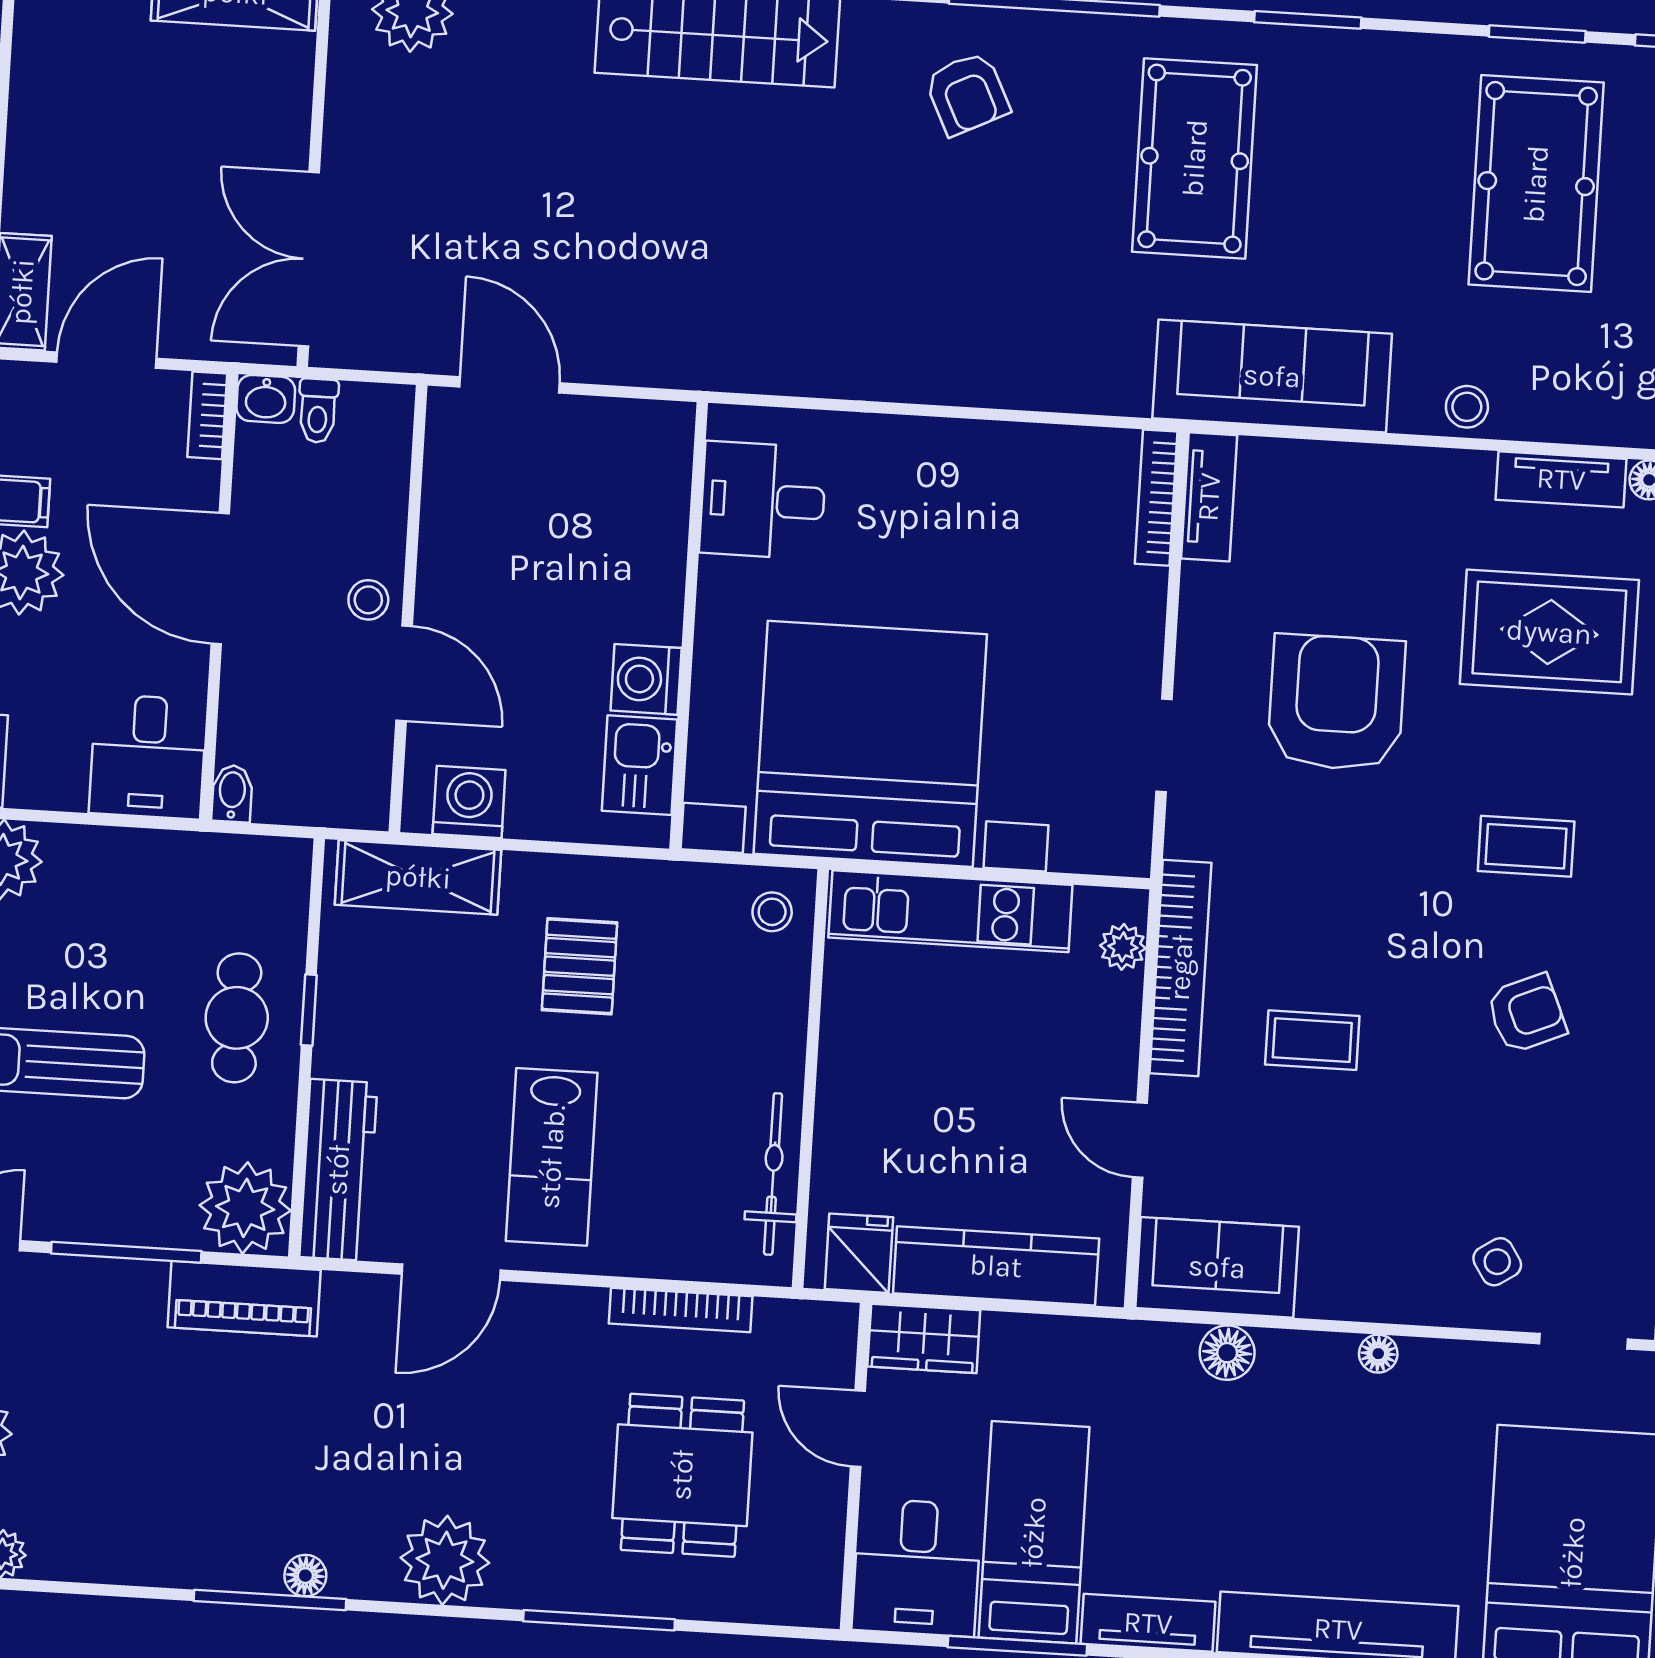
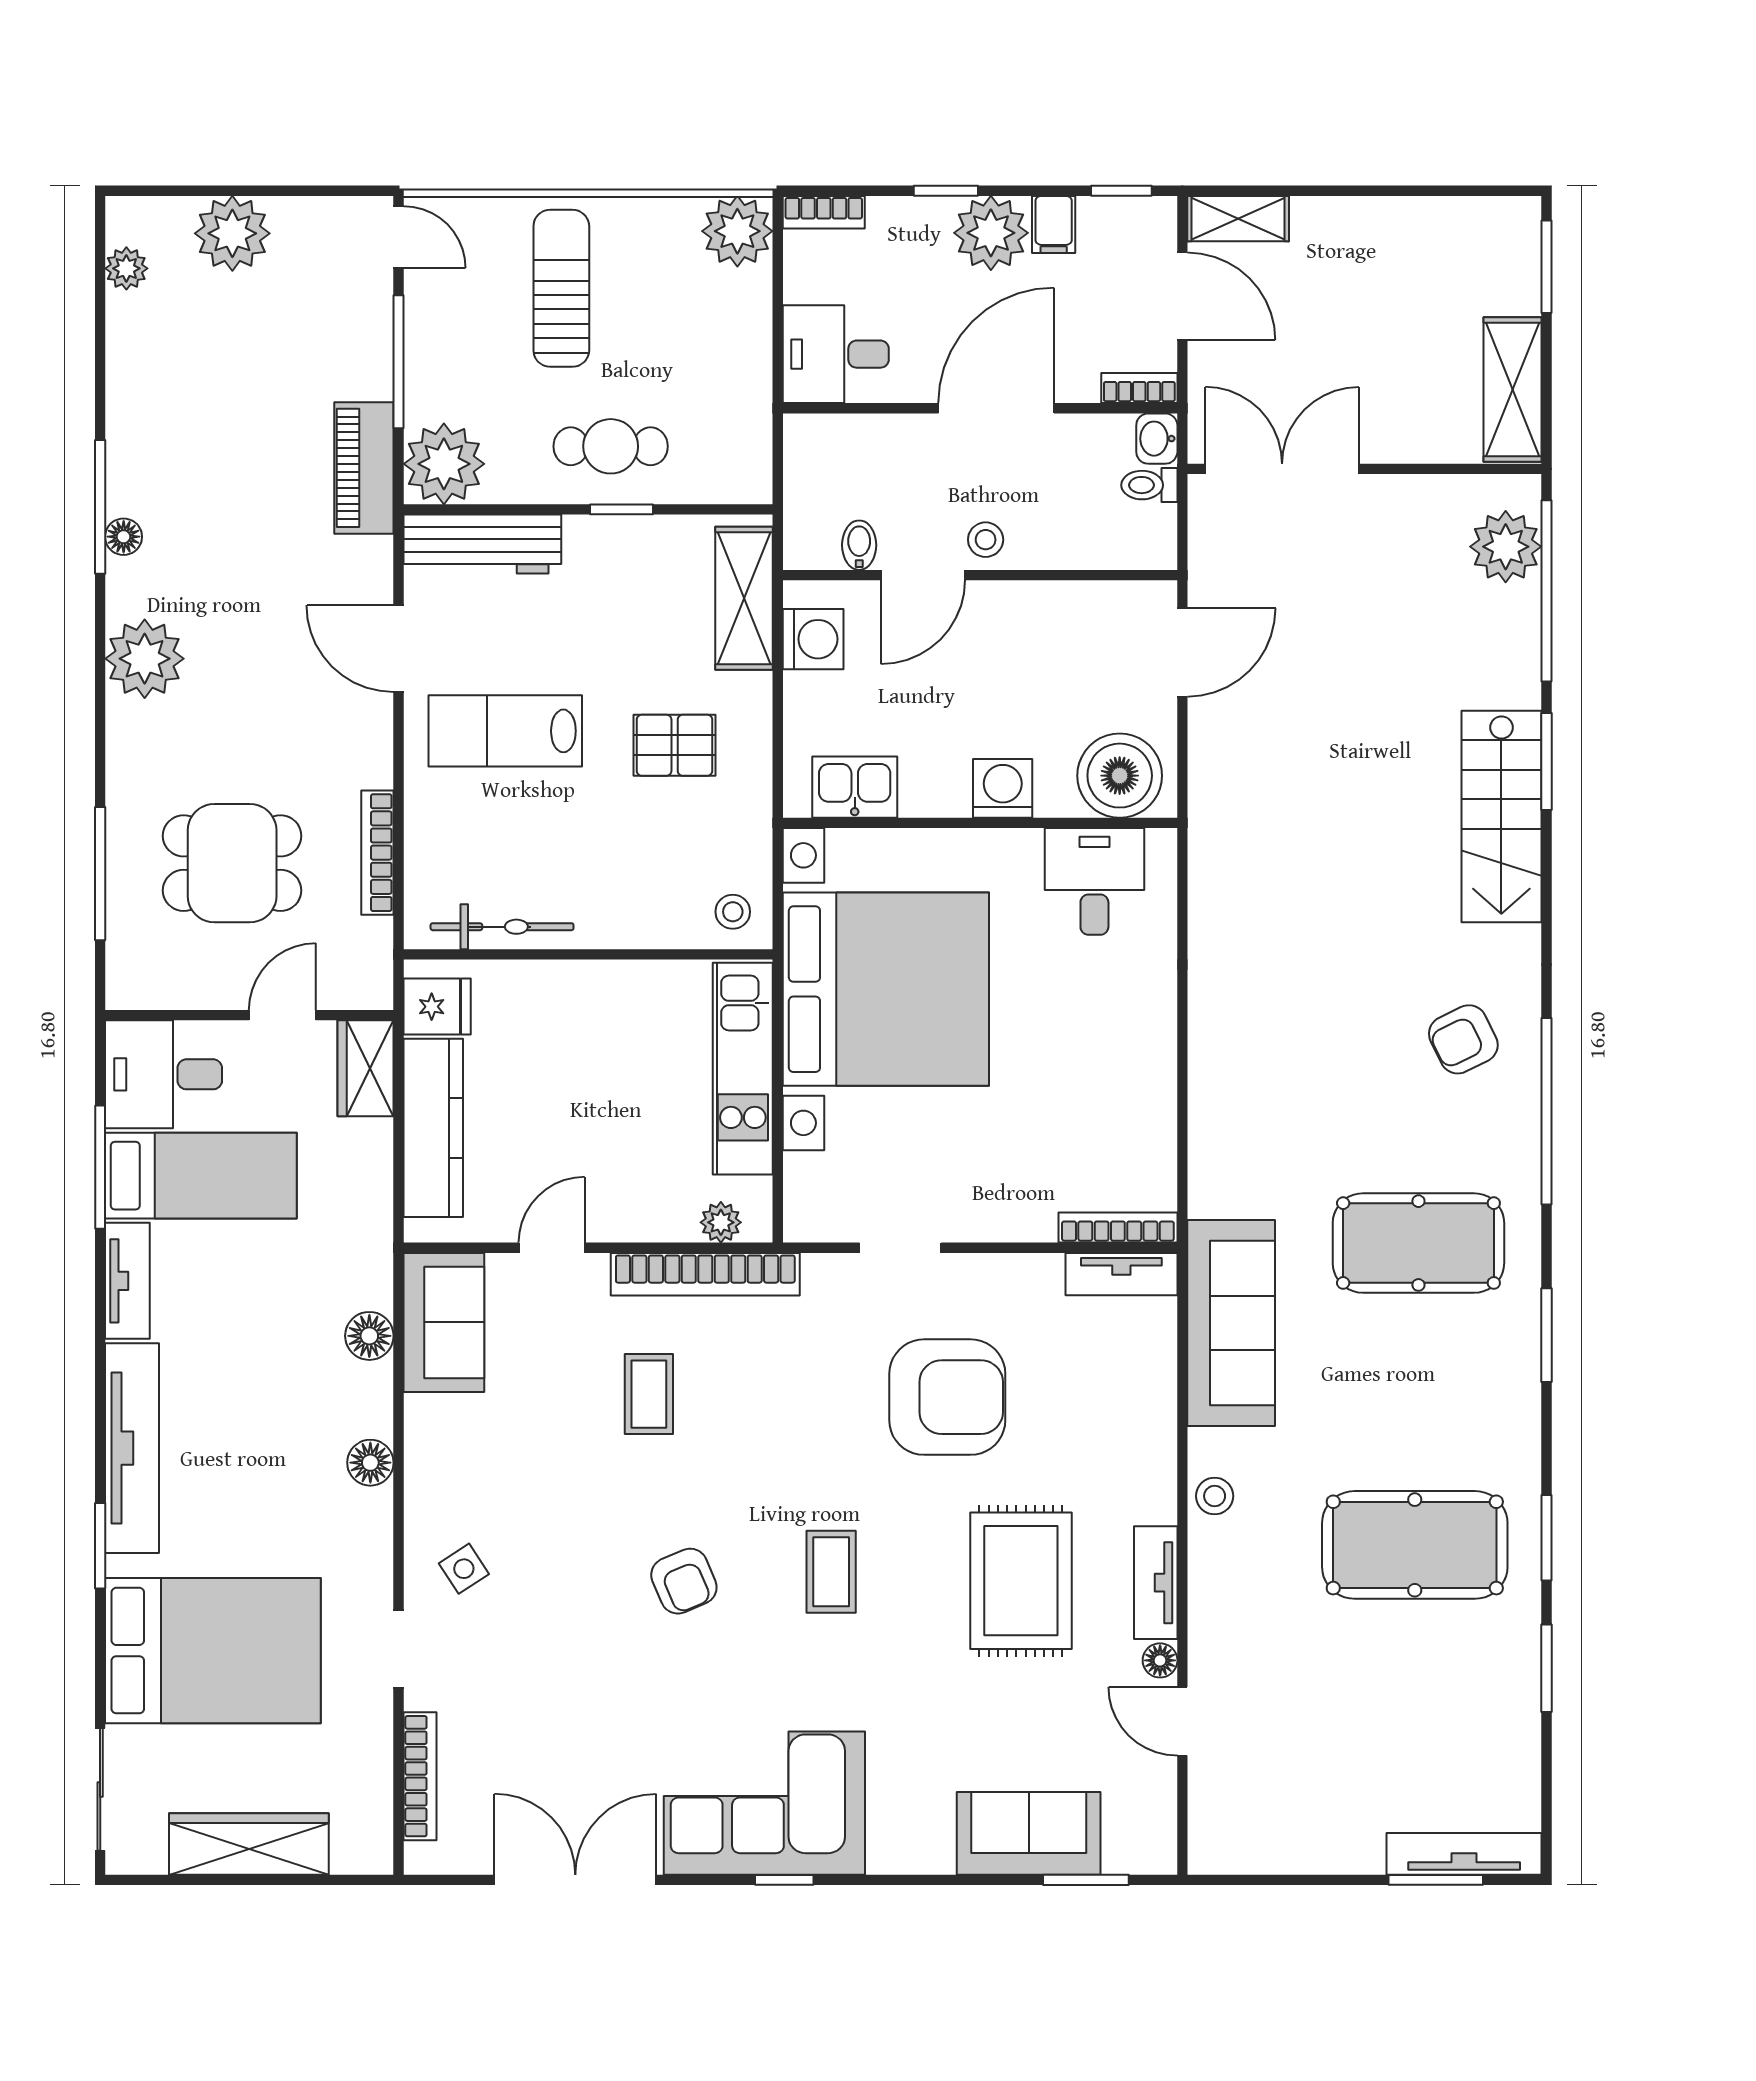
boiler: (645, 464) -> (1120, 776), added
washing machine: (646, 679) -> (1003, 788), moved
bidet: (232, 794) -> (859, 545), moved, turned -90
floor lamp: (1378, 1354) -> (370, 1463), width x1.37, depth x1.37
window: (599, 1620) -> (100, 874), moved

